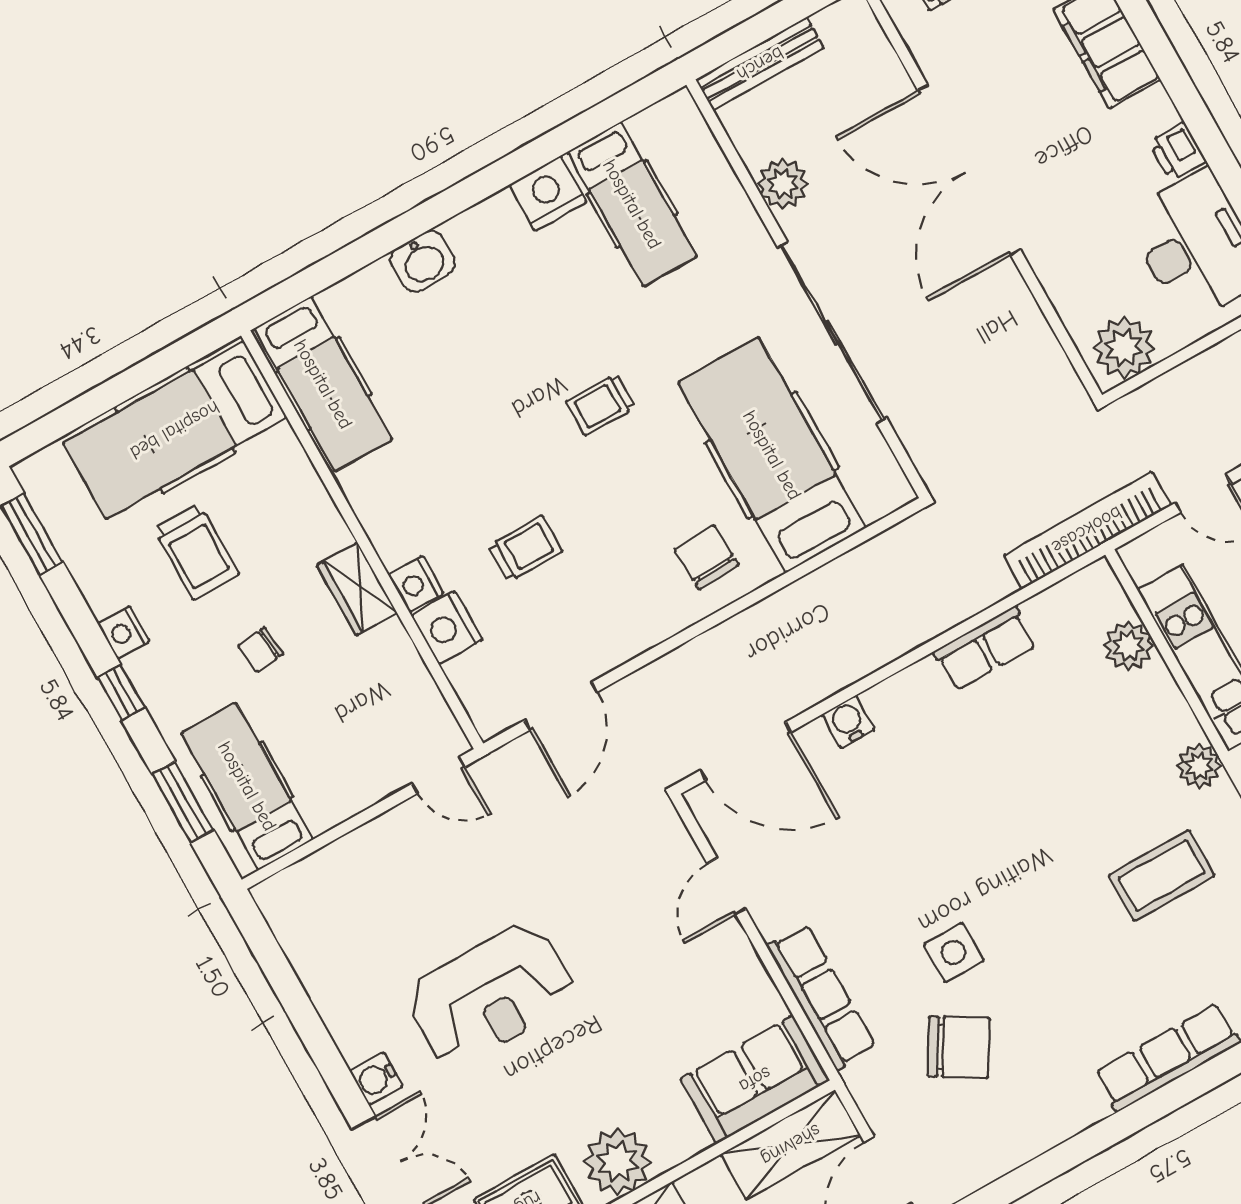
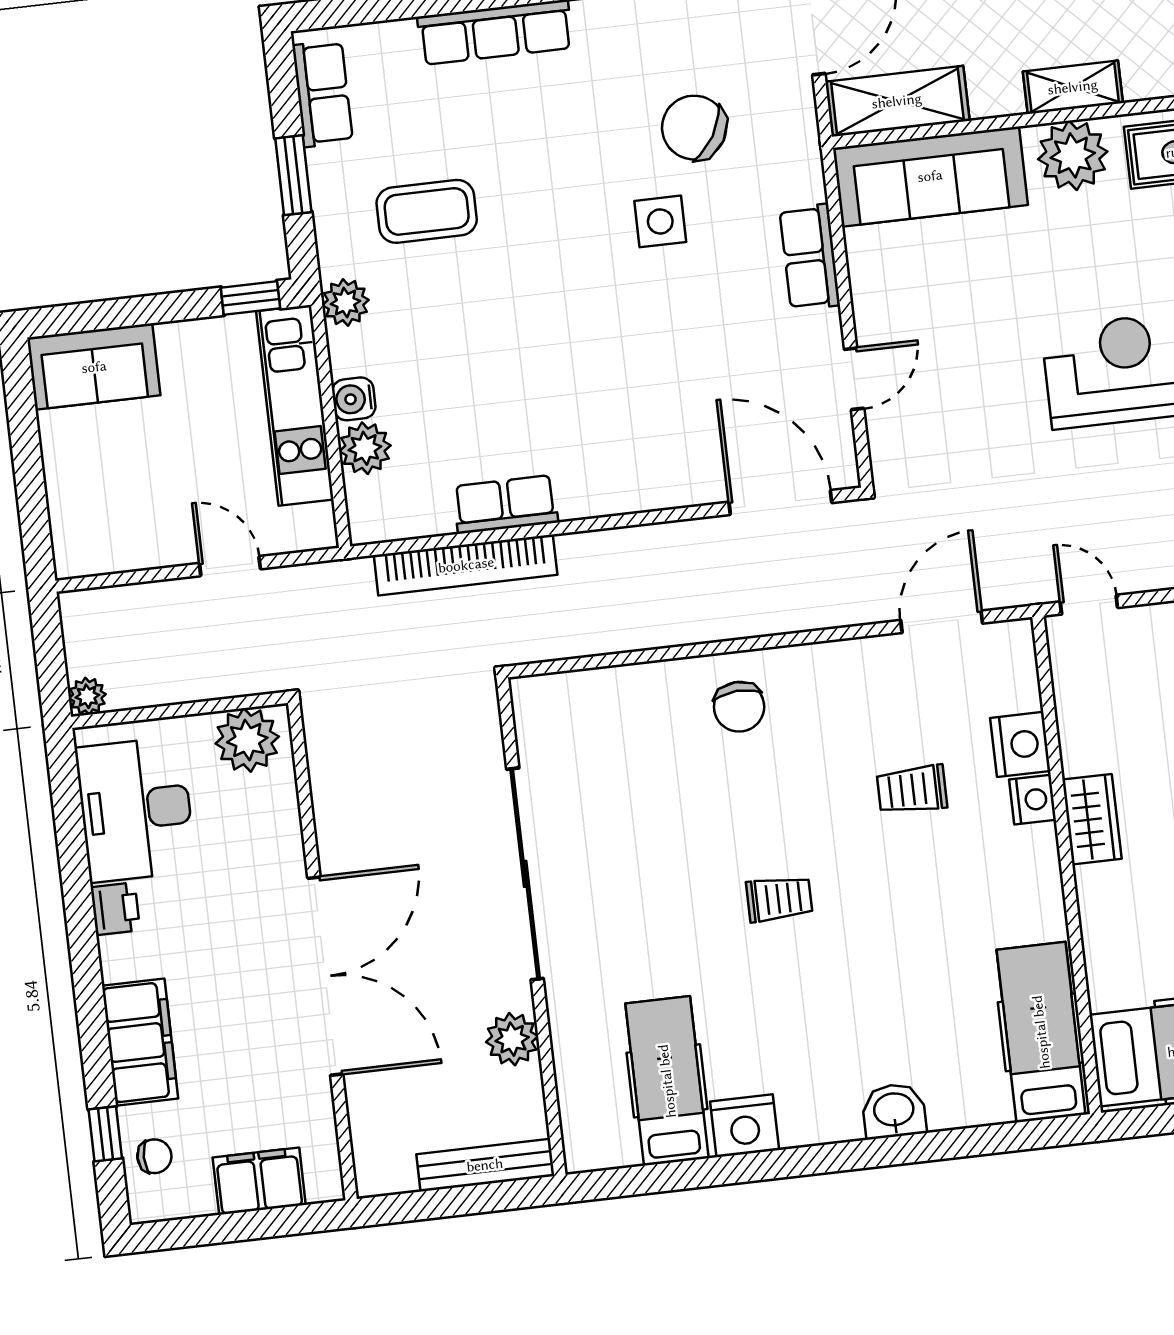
hospital bed: (772, 455) -> (634, 780), removed
bookcase: (1087, 530) -> (466, 565), moved
water cooler: (848, 722) -> (354, 399), moved, turned 90
row of seats: (821, 997) -> (810, 257), width x0.68
sofa: (755, 1080) -> (930, 176), width x1.36

